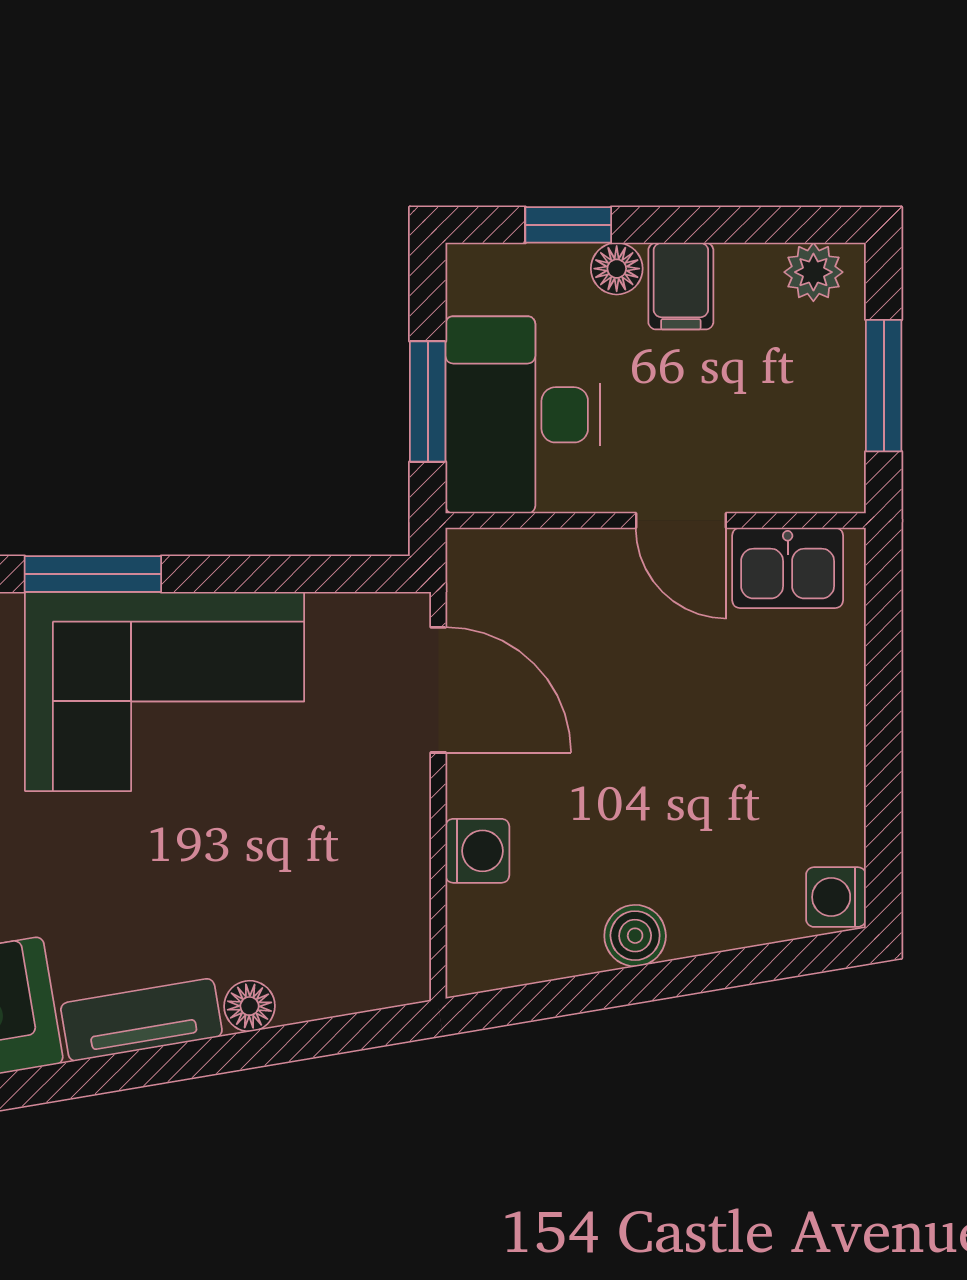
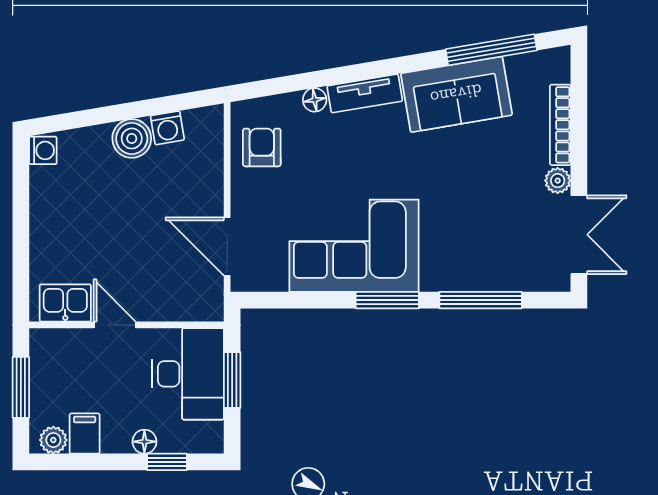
filing cabinet: (681, 286) -> (85, 434), moved
washing machine: (477, 851) -> (167, 128), moved, turned -100
armchair: (364, 903) -> (262, 147), added
boiler: (635, 936) -> (132, 138), width x1.36, depth x1.36

